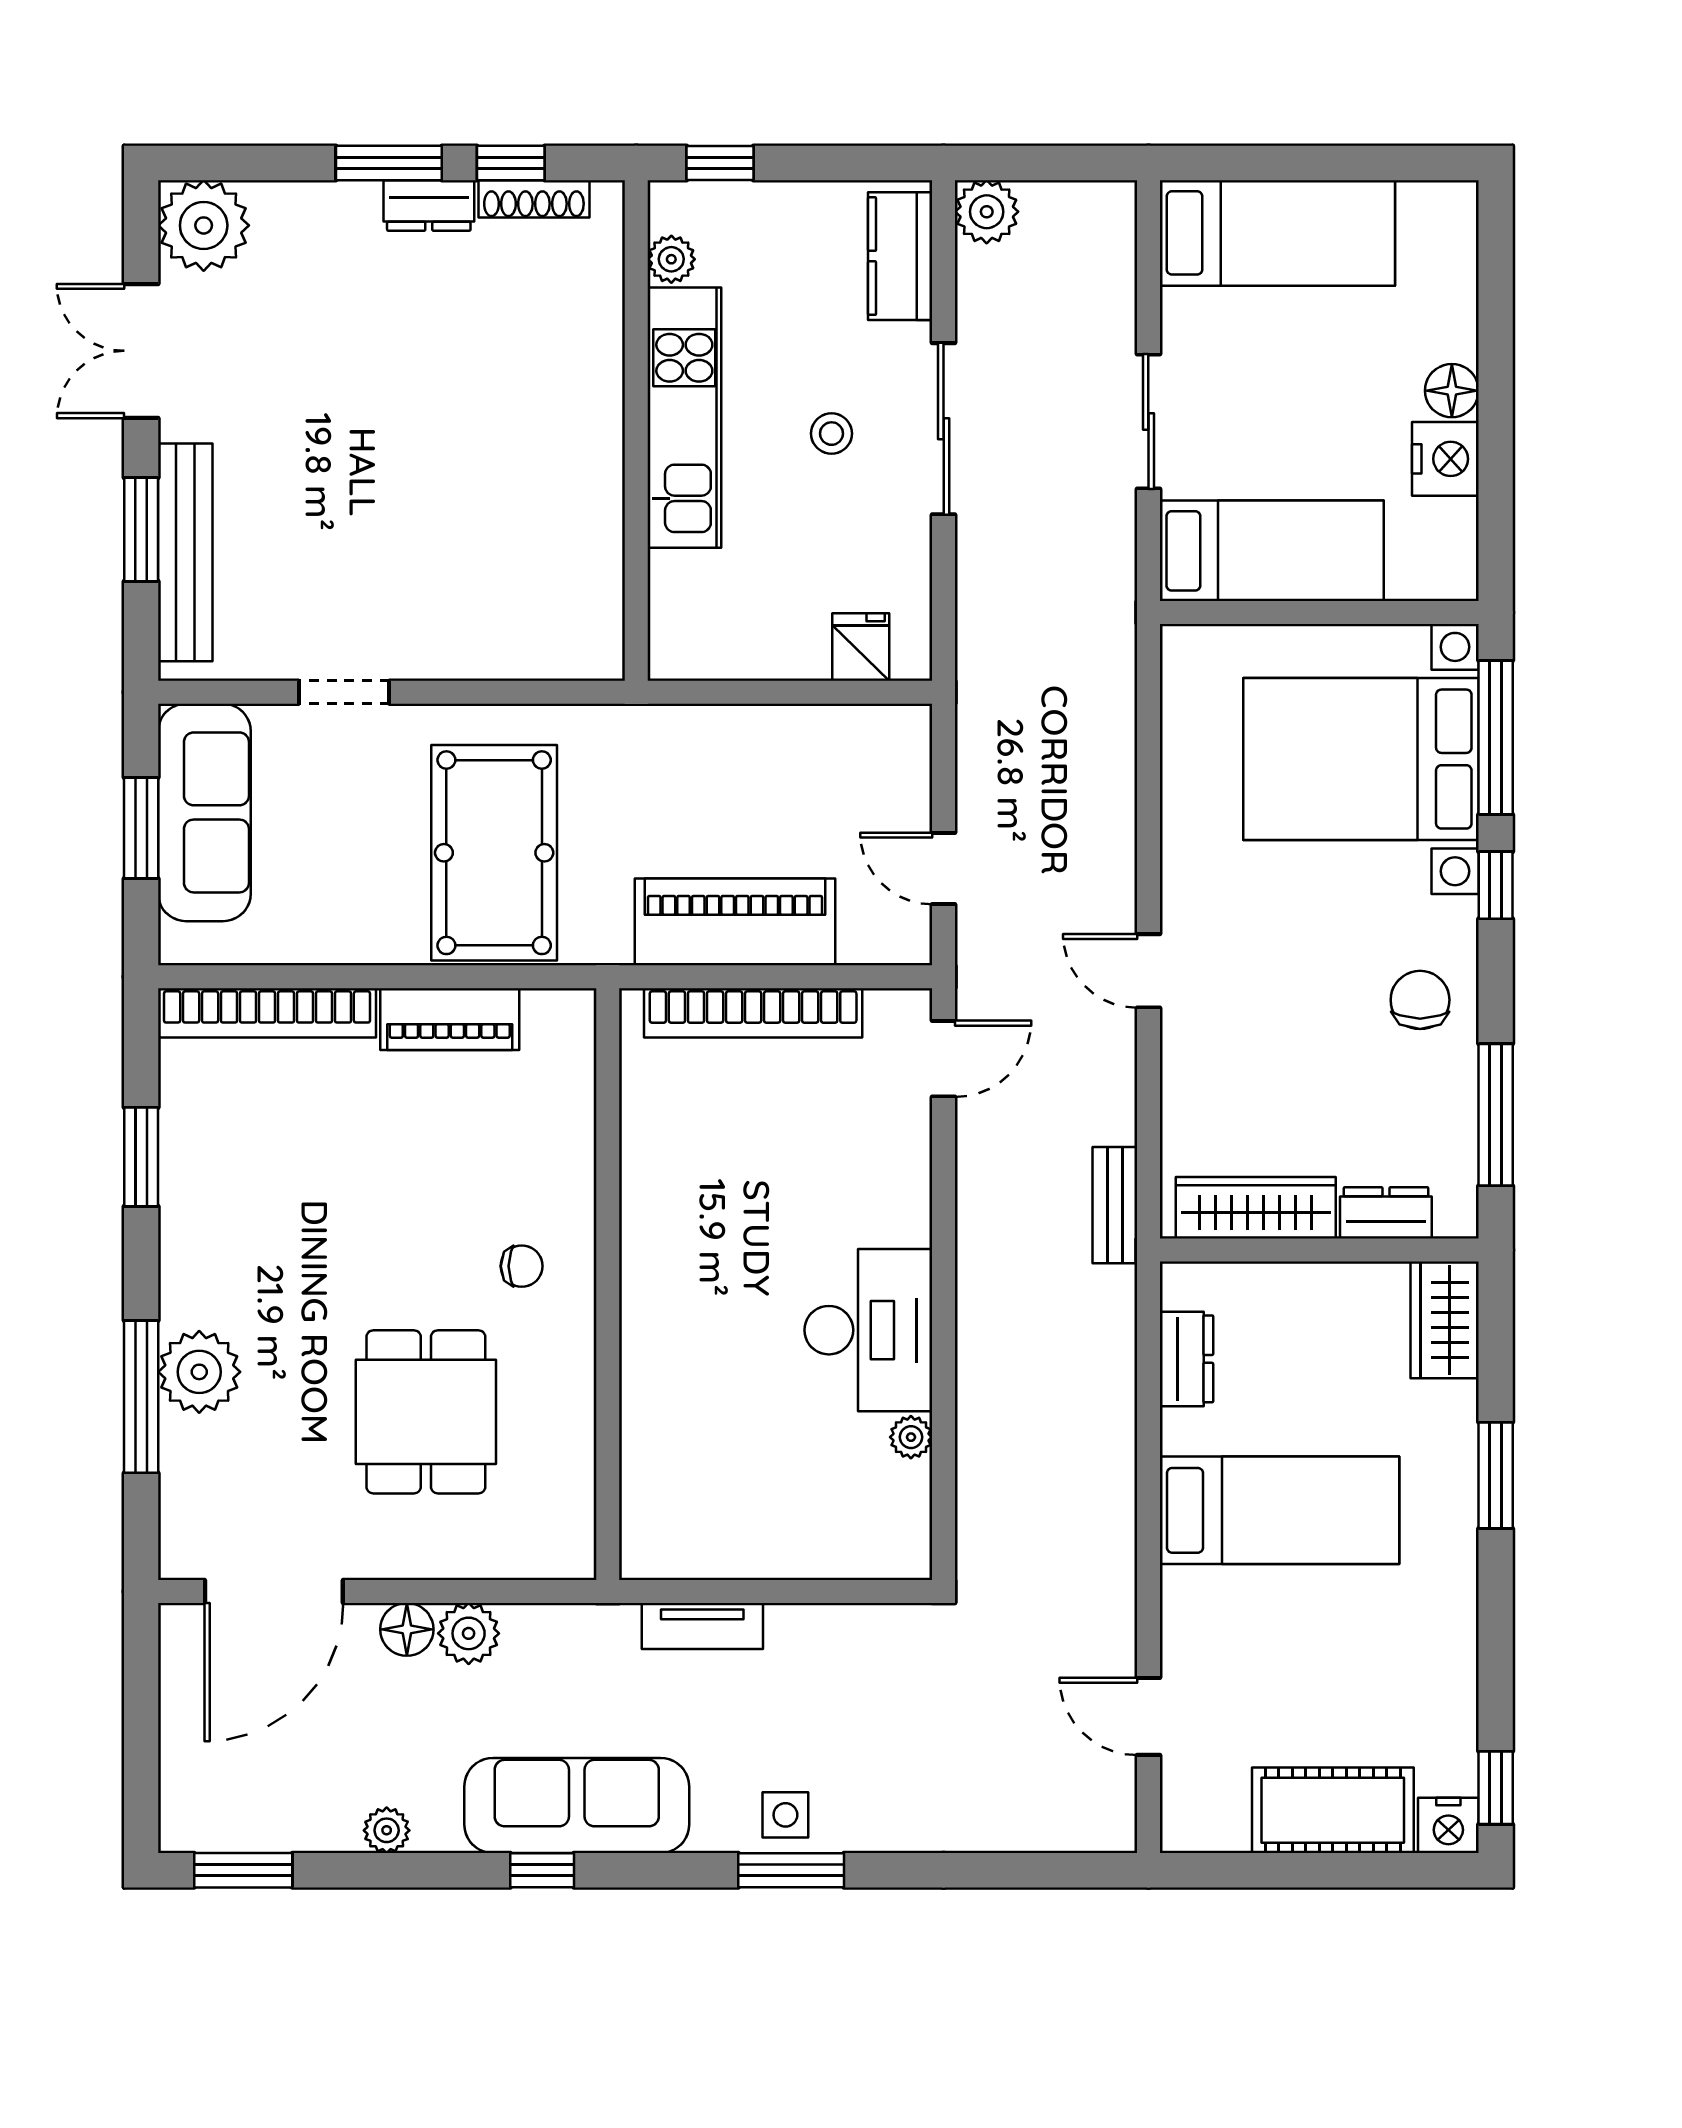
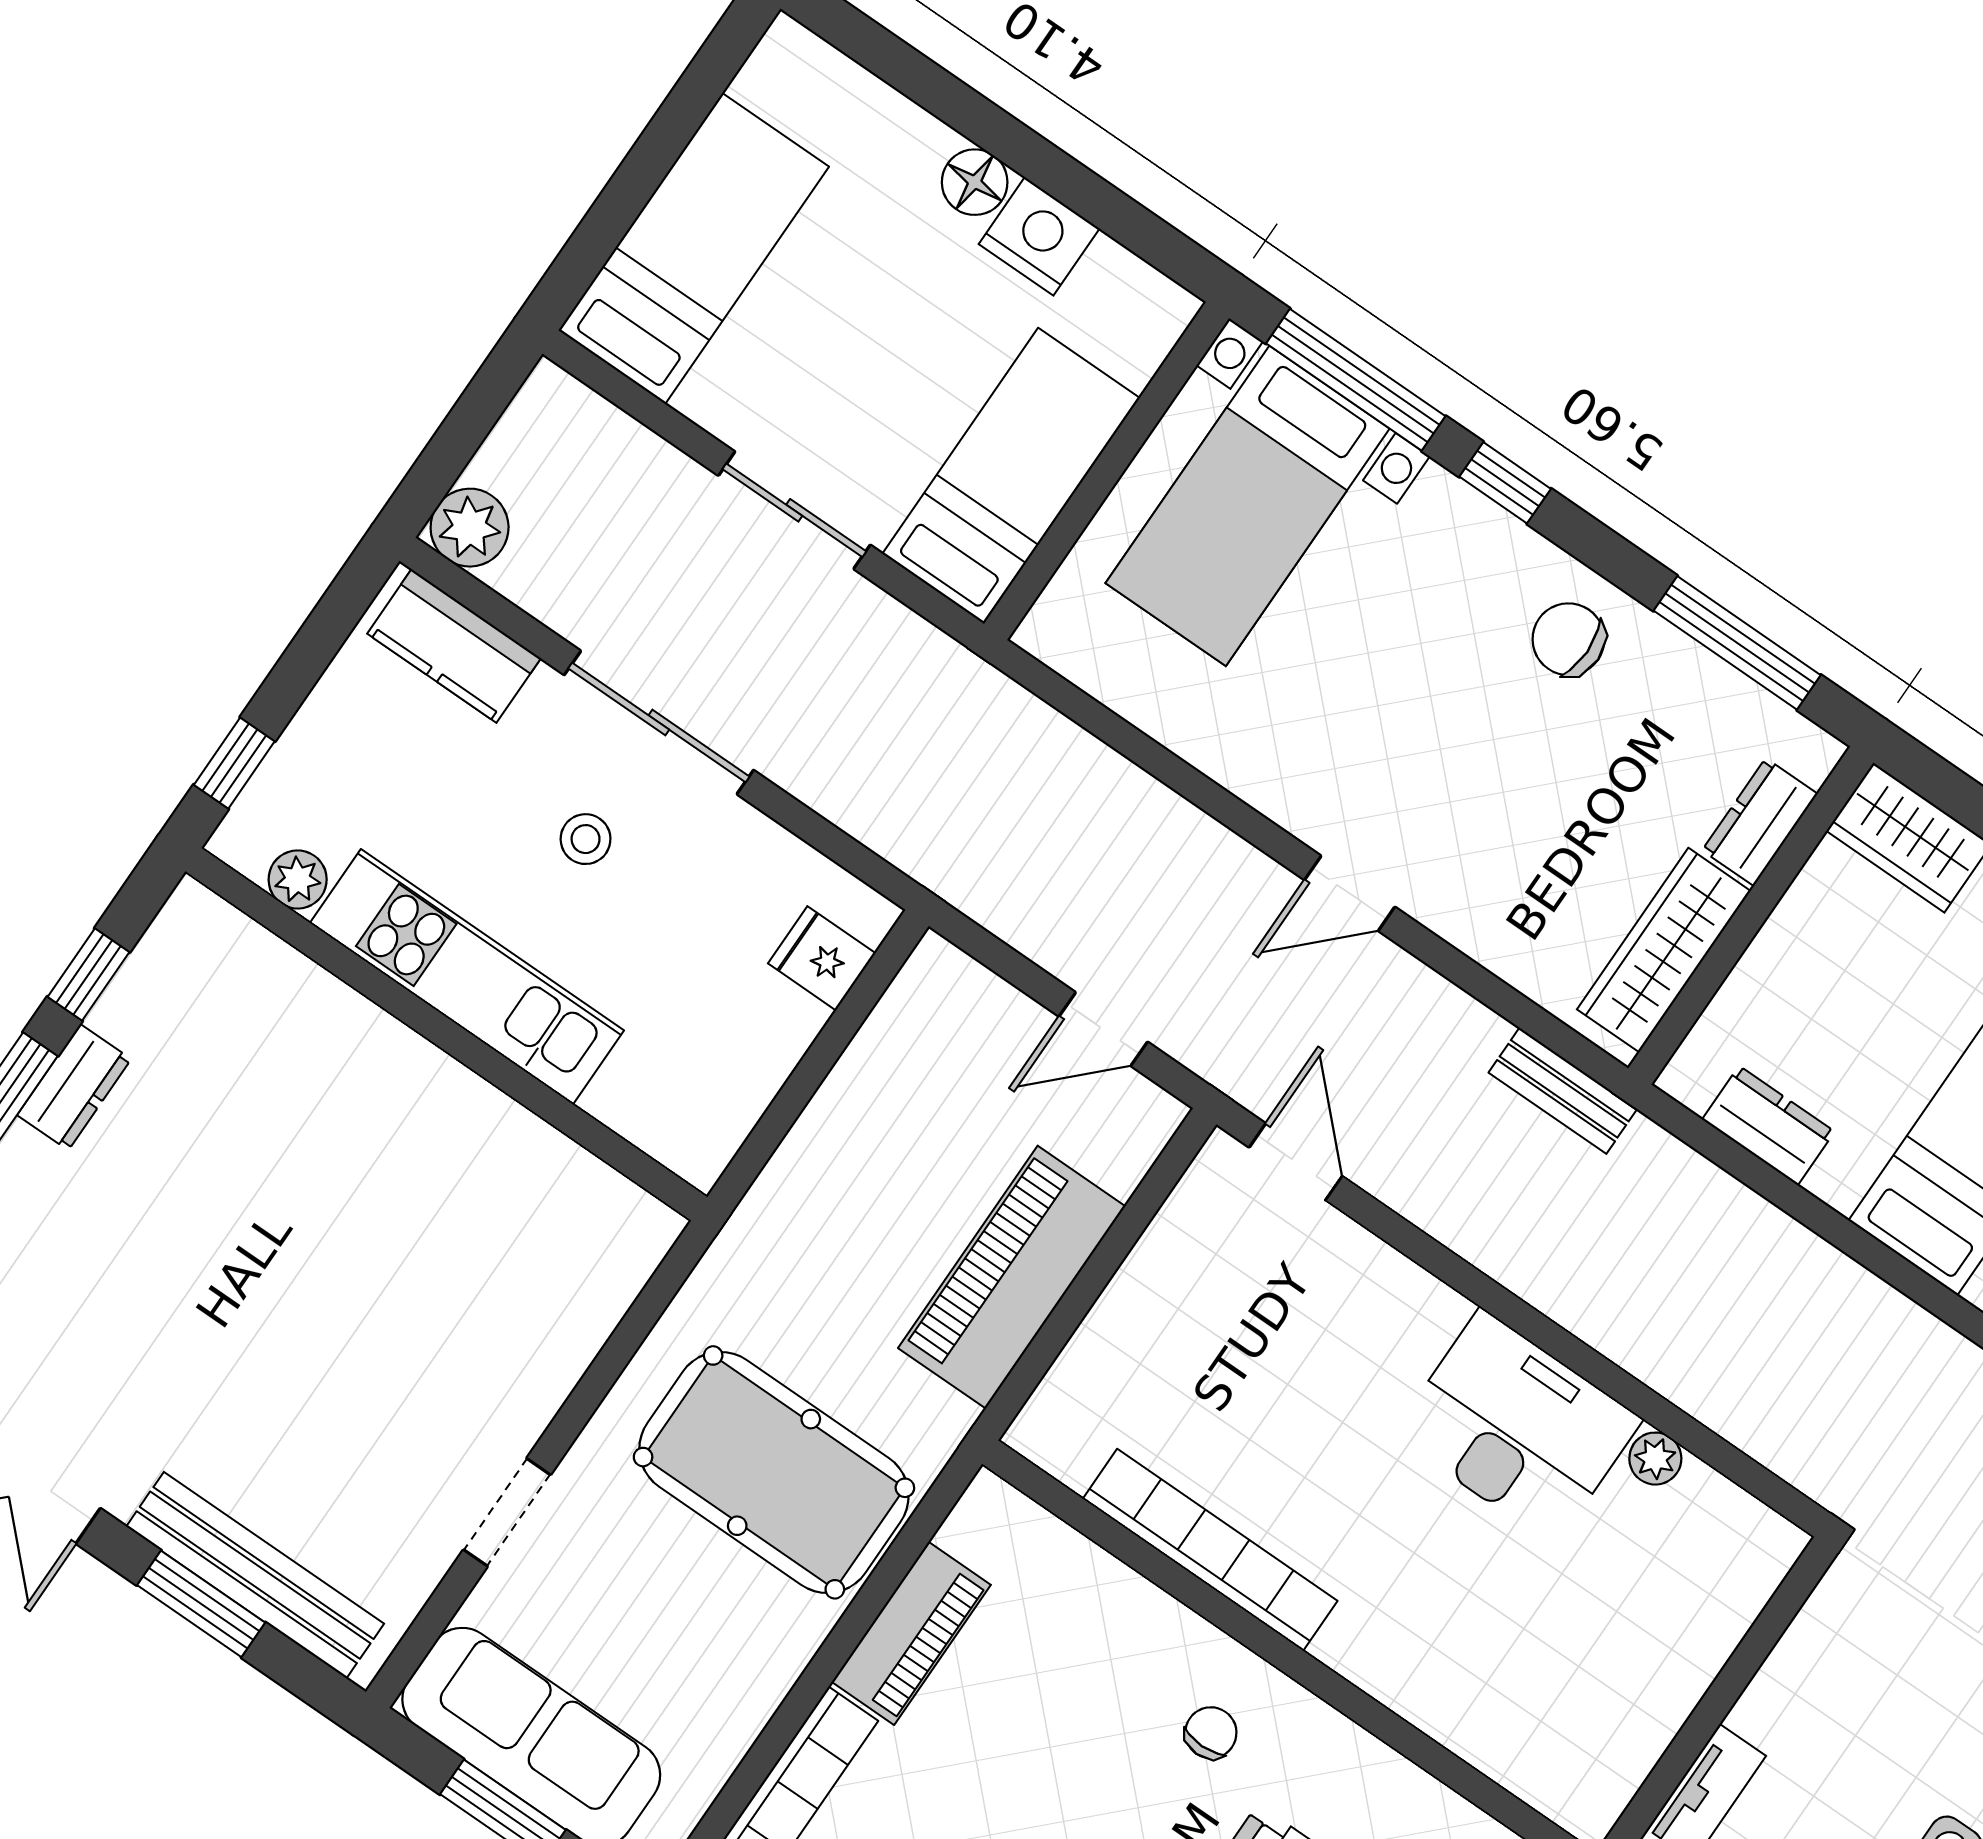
shoe rack: (534, 199) -> (141, 976), removed
bed with nightstands: (1361, 759) -> (1248, 506), width x0.73
bookcase: (753, 1013) -> (1210, 1550), moved, turned -90

